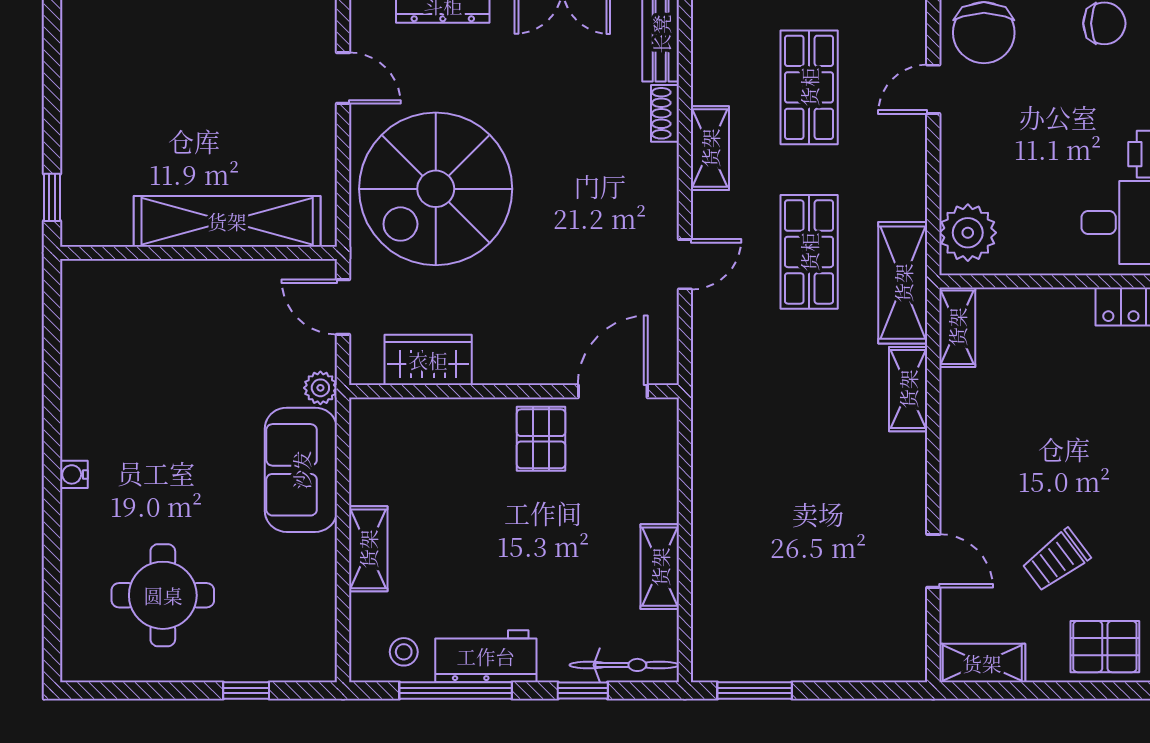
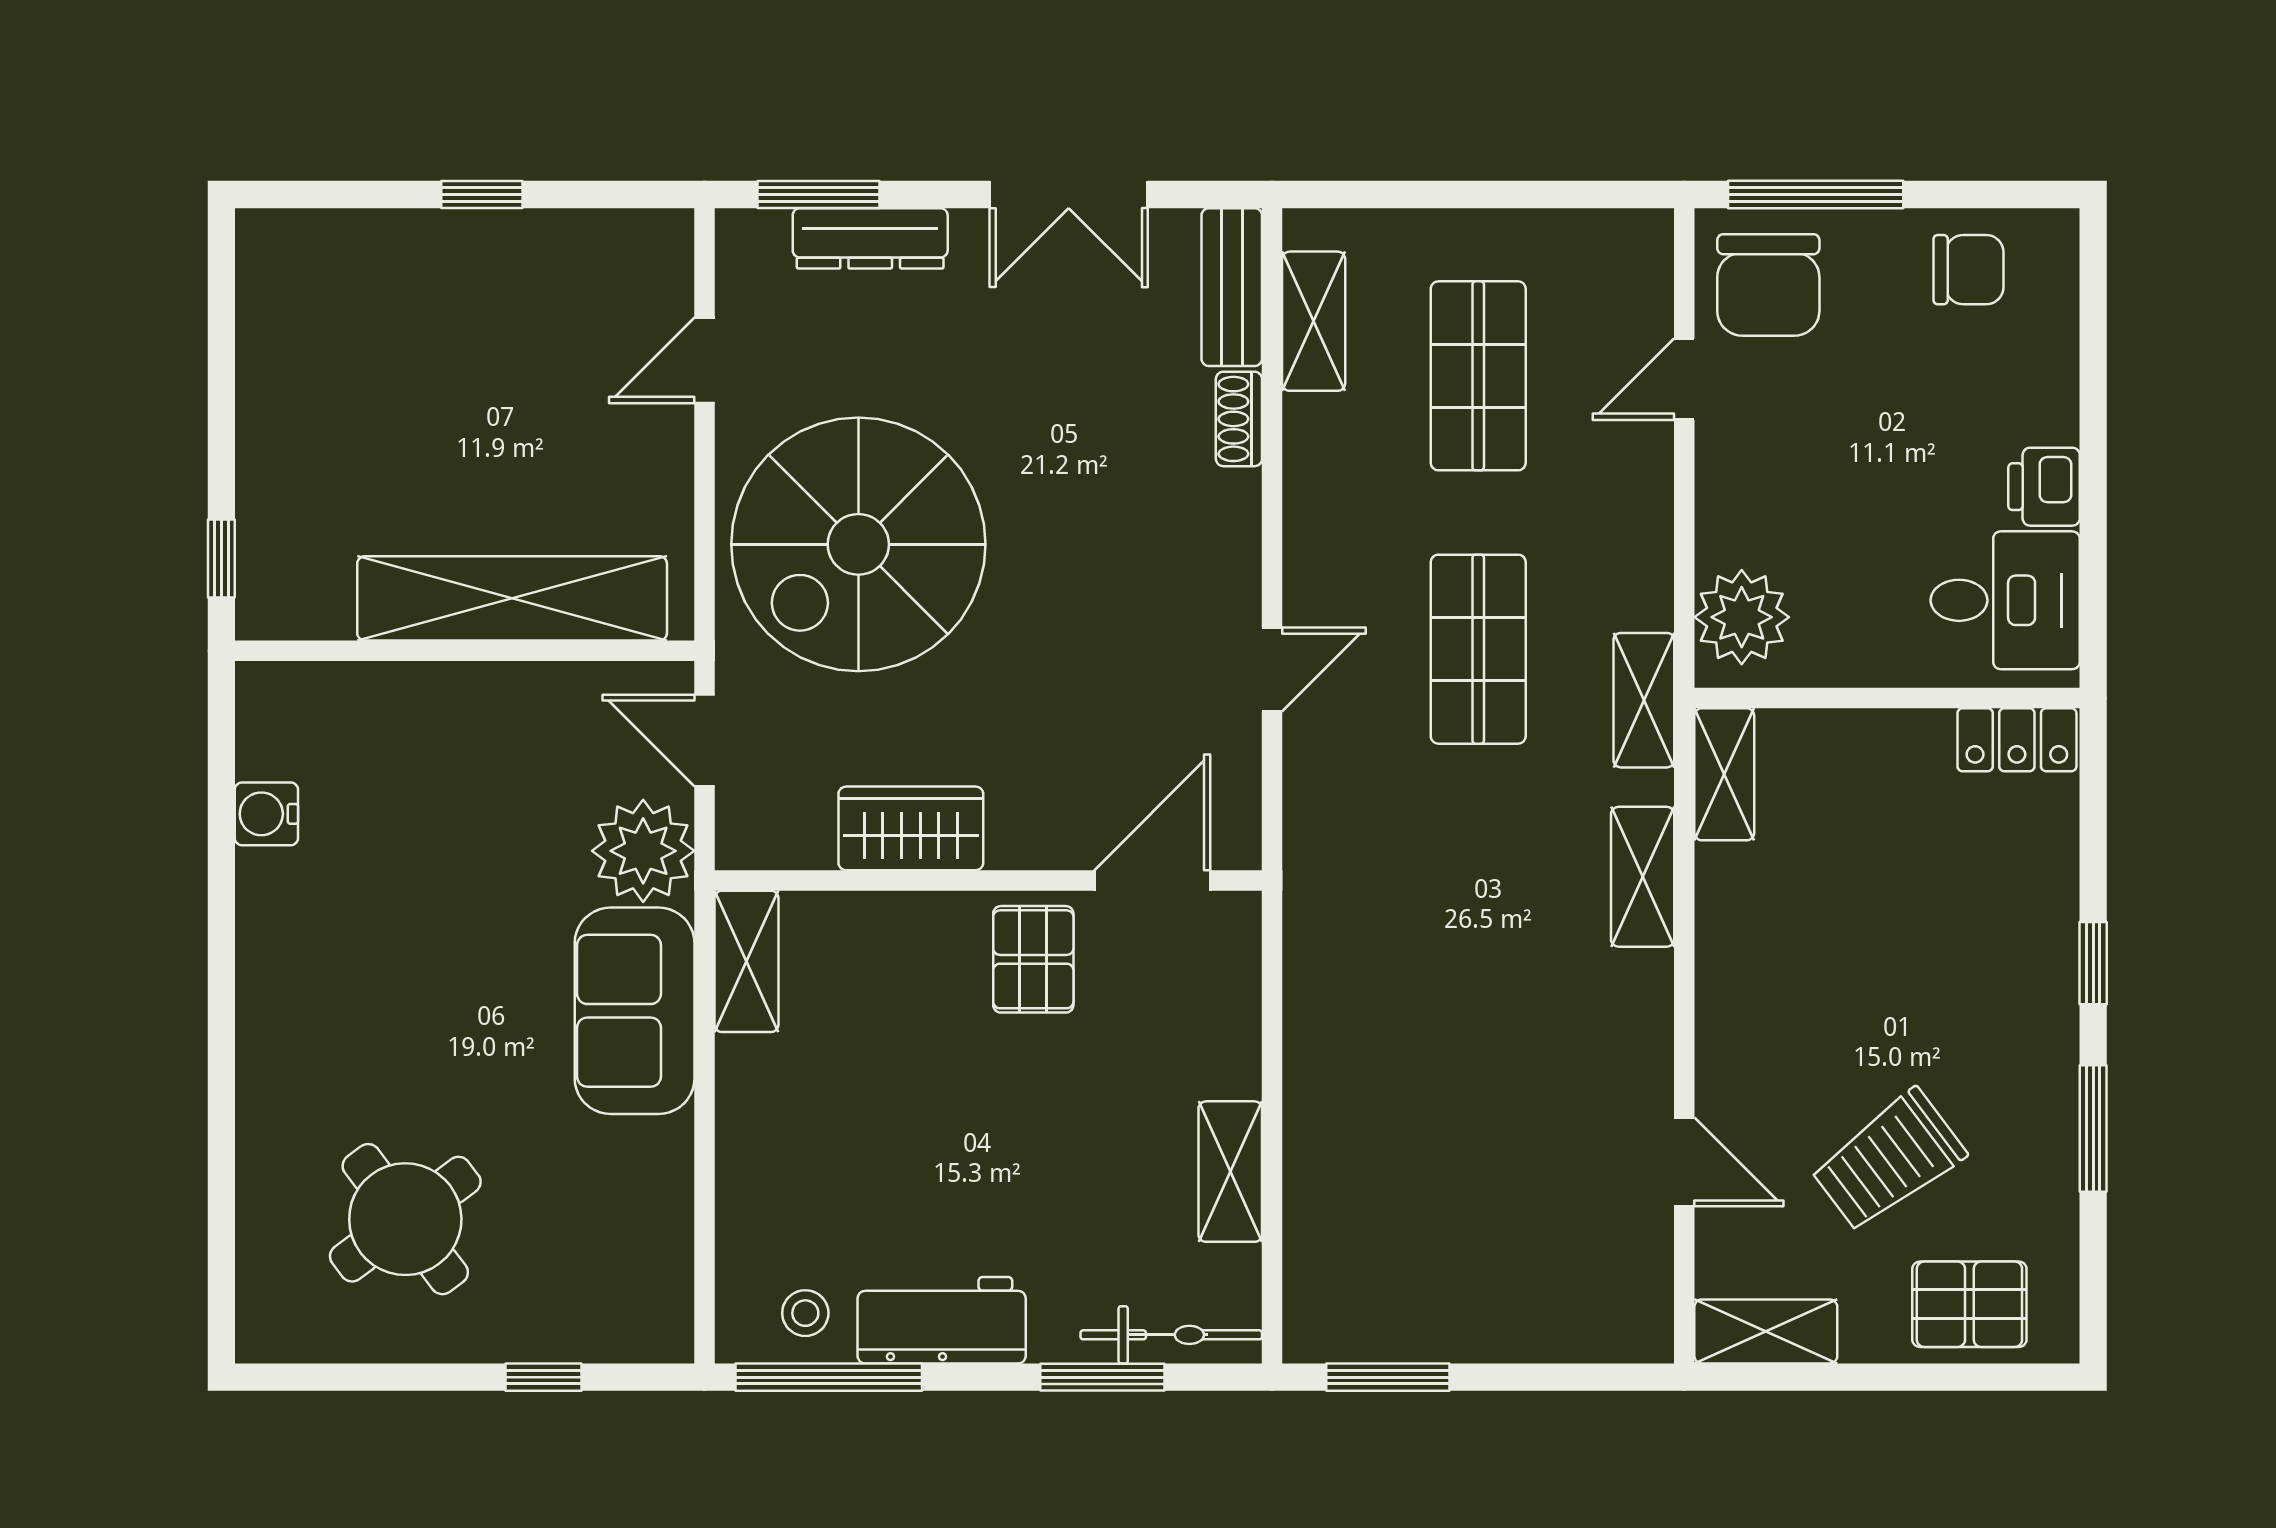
door: (343, 78) -> (704, 360), swing flipped
shelving: (710, 148) -> (1314, 321), moved
shelving: (903, 283) -> (1644, 700), width x0.67, depth x0.75
wardrobe: (428, 360) -> (911, 828), moved
plant: (320, 388) -> (643, 851), width x1.88, depth x1.88
water cooler: (74, 474) -> (266, 814), moved, width x1.38, depth x1.38
shelving: (368, 549) -> (746, 961), moved
trolley: (1056, 560) -> (1888, 1161), width x1.36, depth x1.39
round table: (163, 595) -> (405, 1219), turned -37
window: (456, 690) -> (829, 1377), moved
window: (583, 690) -> (1102, 1377), width x1.50

